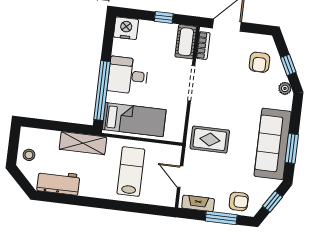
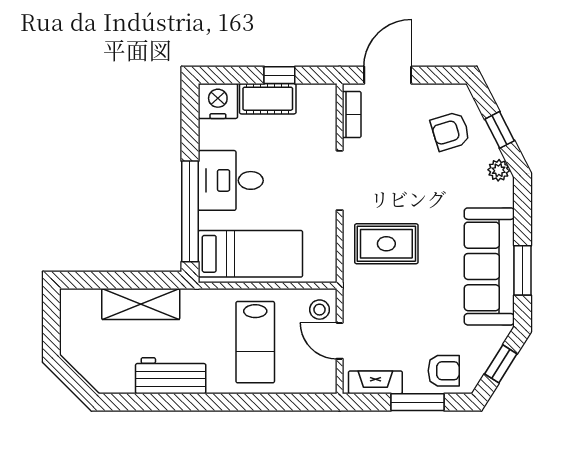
cot: (186, 42) -> (268, 99), moved, turned 90
armchair: (259, 62) -> (450, 131), turned 73
rug: (210, 140) -> (386, 244), moved
shelving: (83, 143) -> (141, 304), moved
stool: (29, 155) -> (320, 310), moved
lab bench: (131, 171) -> (255, 342), turned 180
workbench: (58, 183) -> (171, 376), moved

